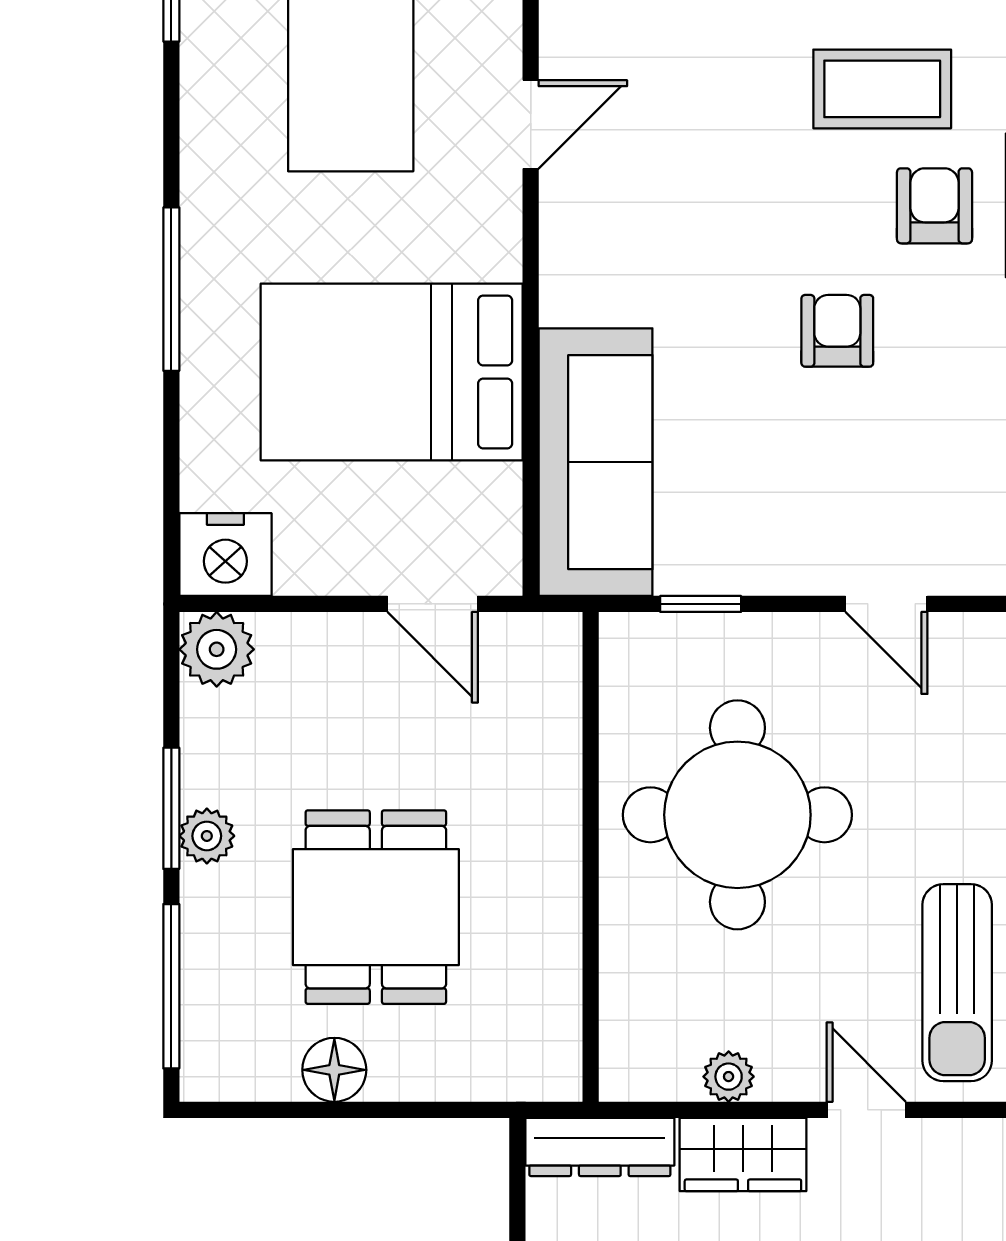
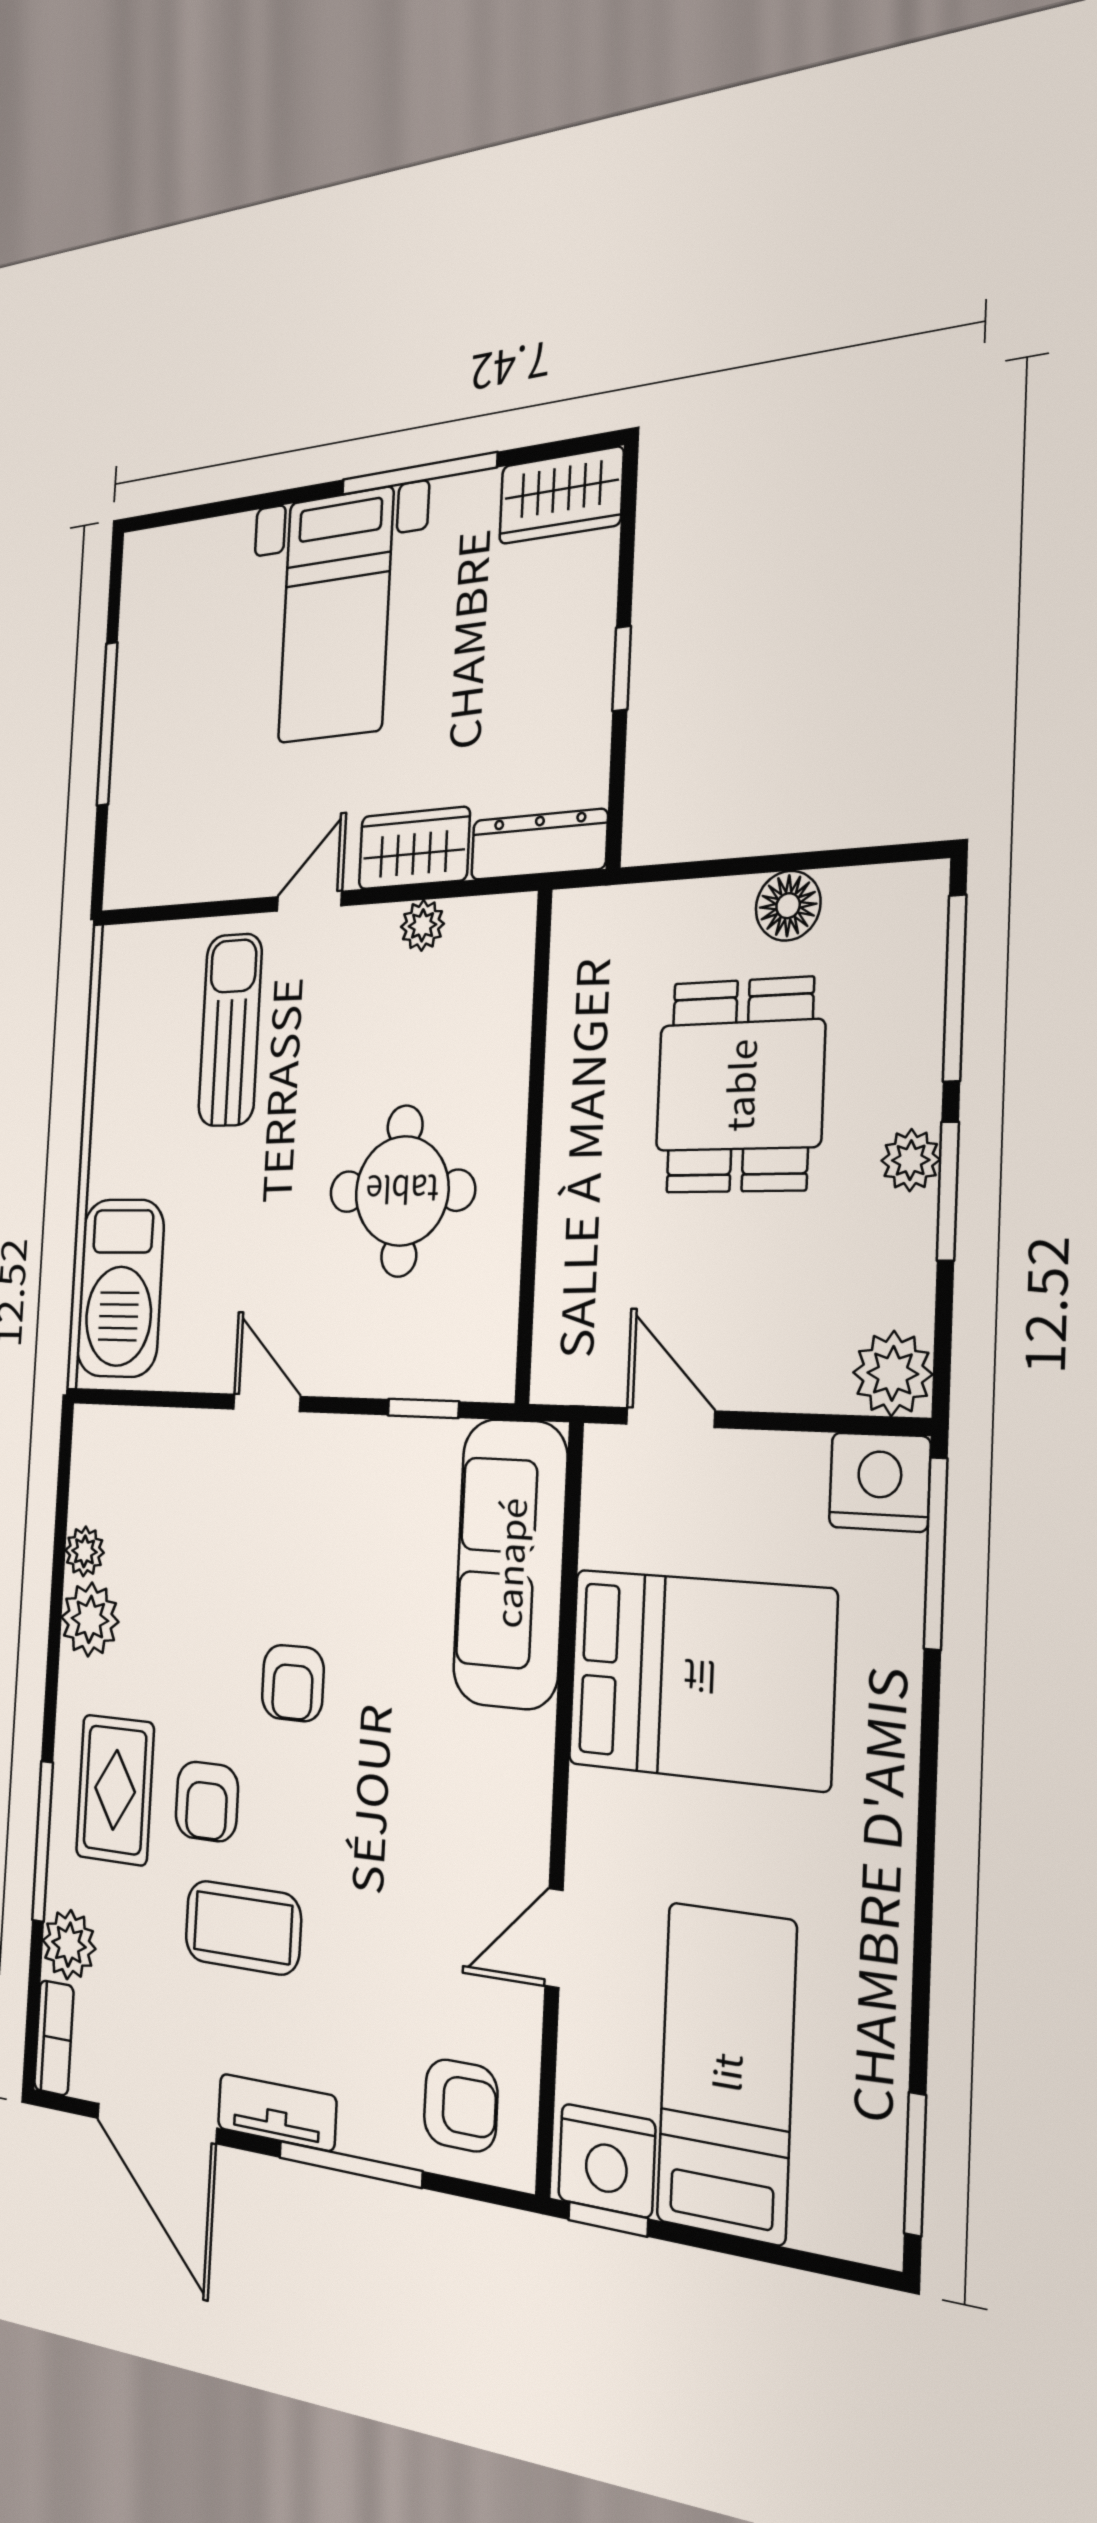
window: (171, 289) -> (936, 1553), moved
round table: (737, 815) -> (402, 1191), width x0.73, depth x0.73
door: (866, 1110) -> (309, 901), swing flipped

